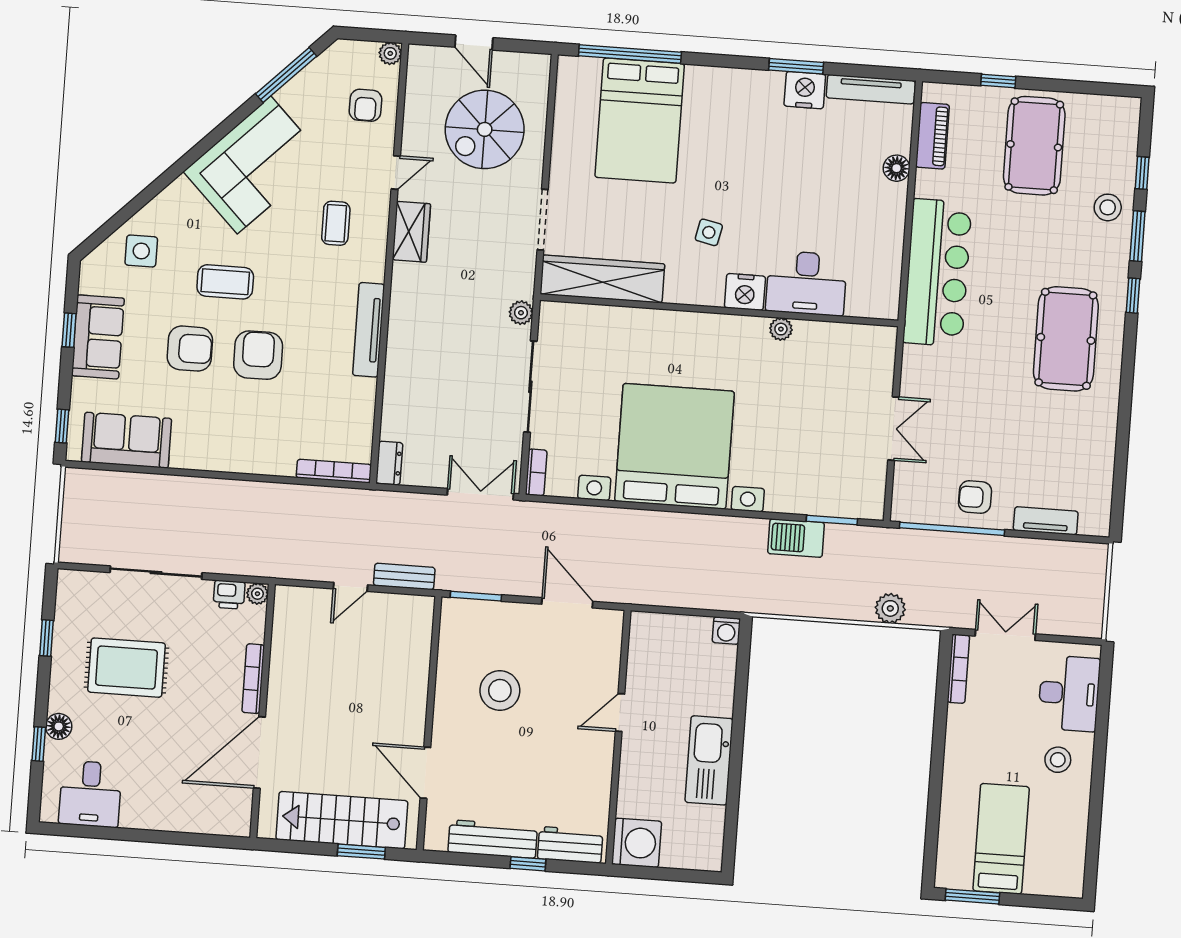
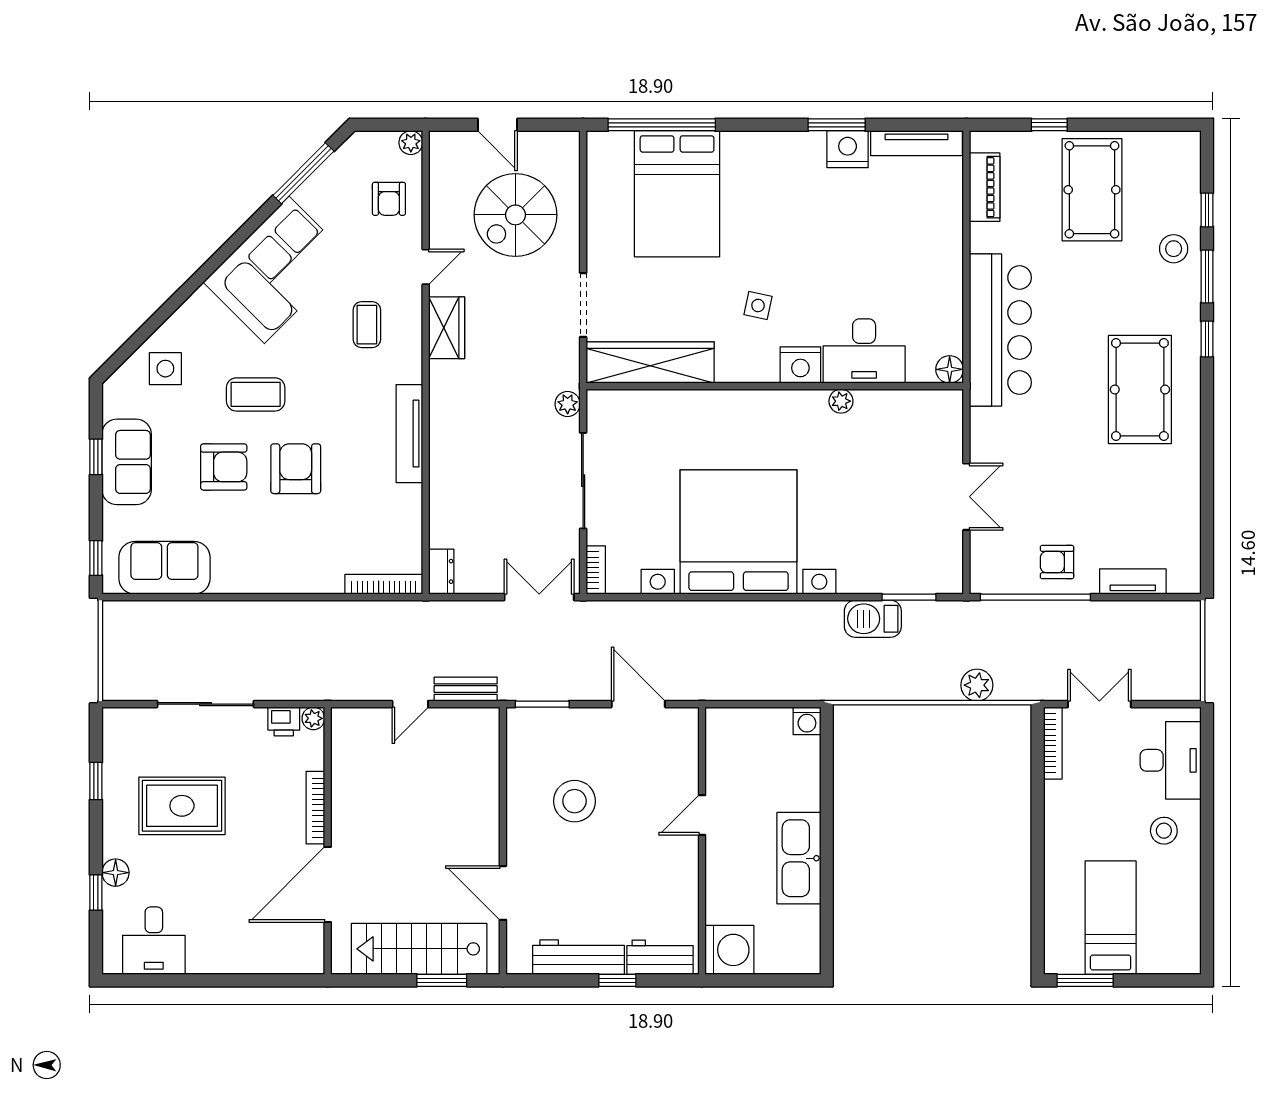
floor lamp: (897, 168) -> (950, 369), moved

